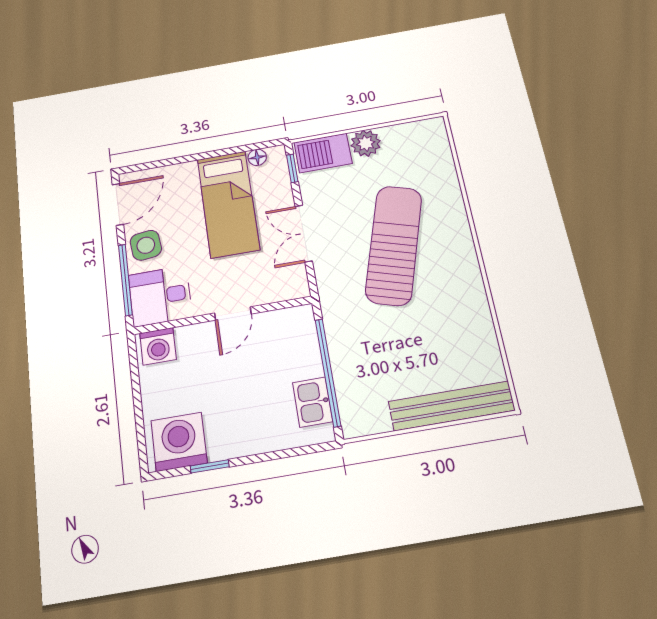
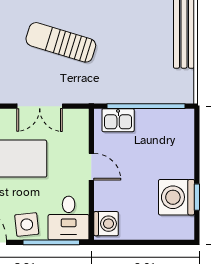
sun lounger: (394, 245) -> (61, 42), width x0.73, depth x0.75
kitchen sink: (313, 402) -> (118, 120), moved
washing machine: (179, 442) -> (177, 197), moved

